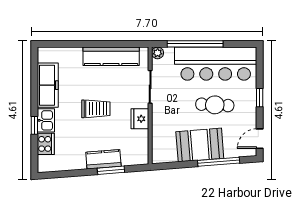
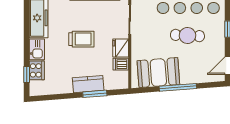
window: (34, 125) -> (27, 75), moved
dishwasher: (140, 137) -> (121, 64), added
booth: (200, 145) -> (158, 73), moved
window: (219, 162) -> (178, 87), moved

